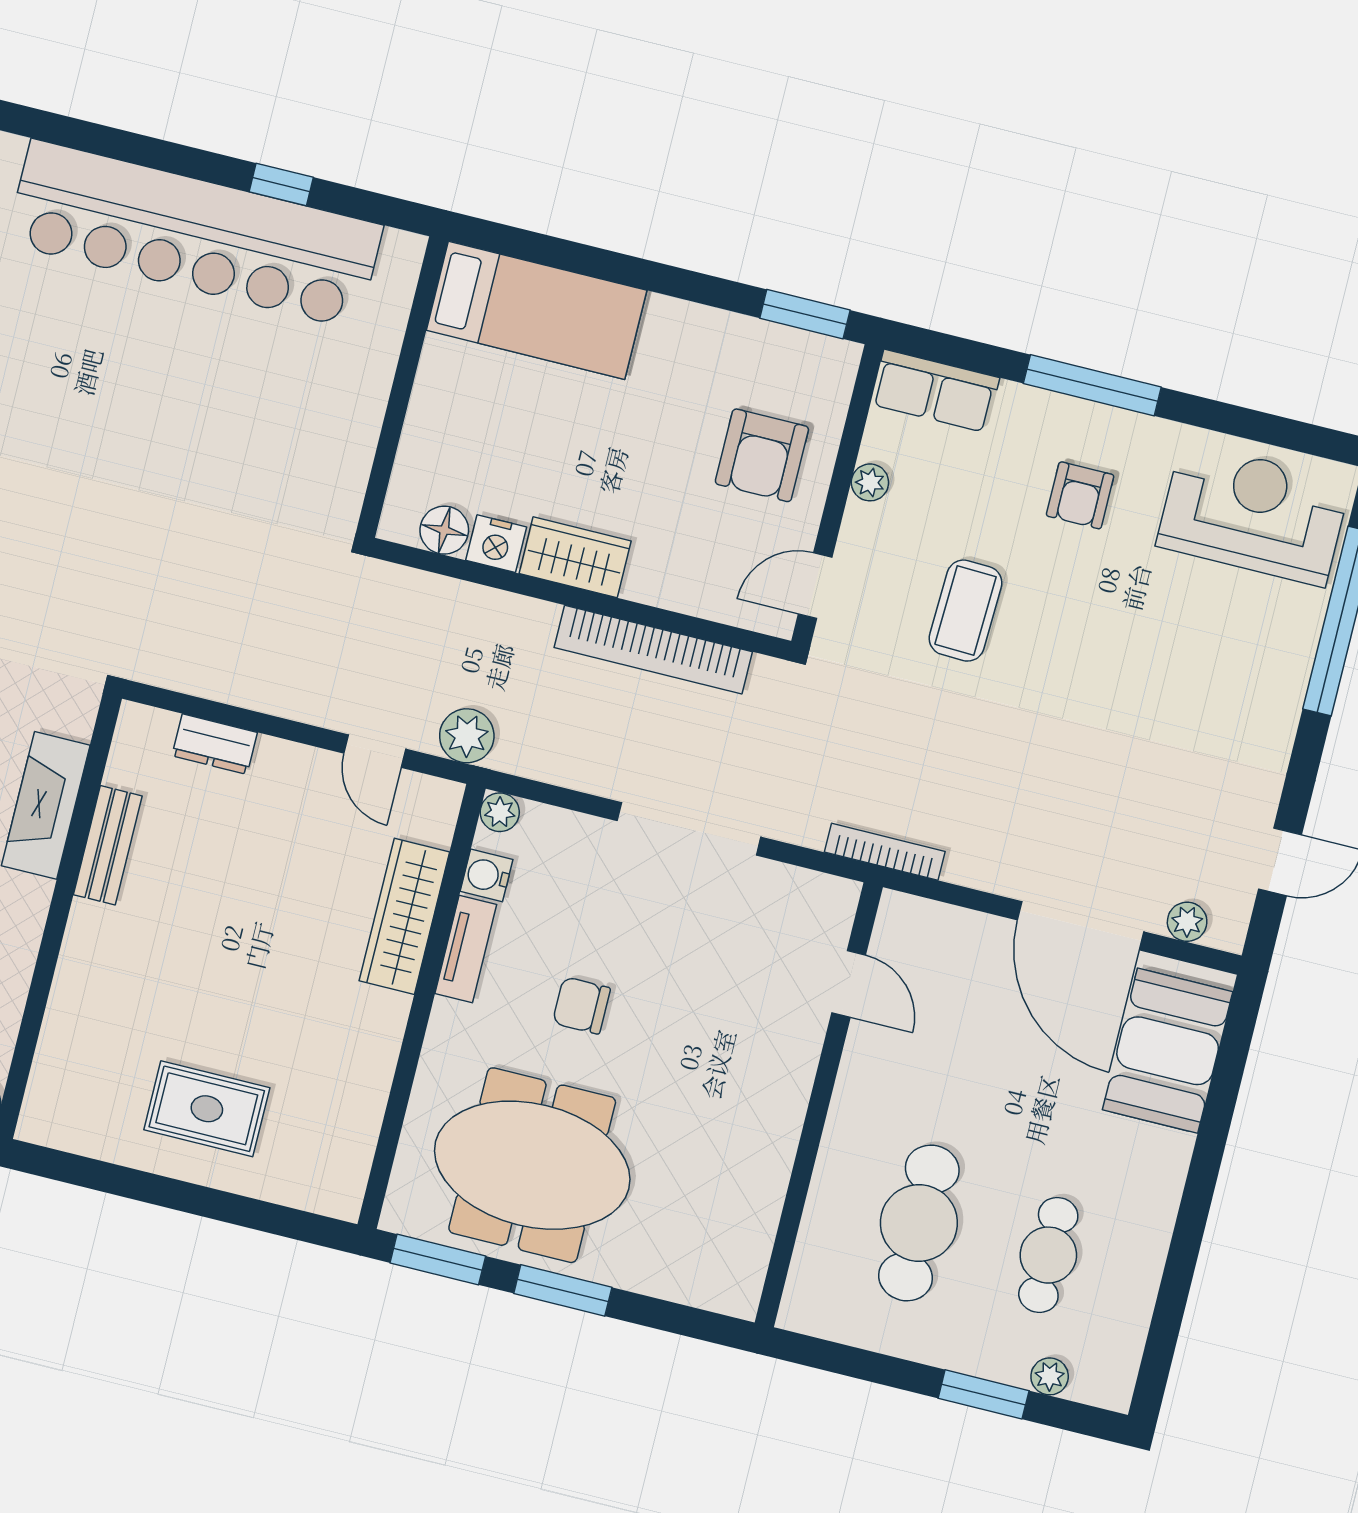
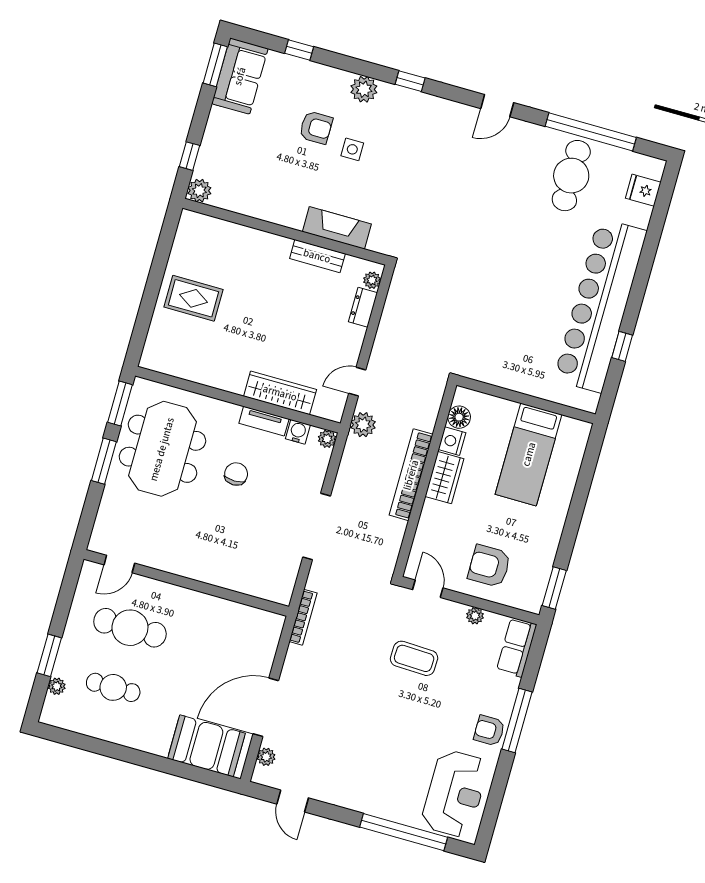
bed: (537, 310) -> (529, 454), moved
armchair: (1080, 495) -> (489, 730), moved
bookcase: (653, 650) -> (411, 475), moved
plant: (156, 726) -> (372, 280), added
door: (849, 984) -> (119, 564), moved
rug: (207, 1109) -> (193, 298), turned 90

